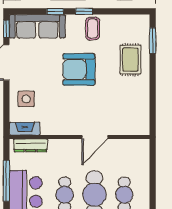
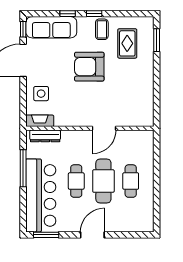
rug: (130, 60) -> (127, 43), moved

